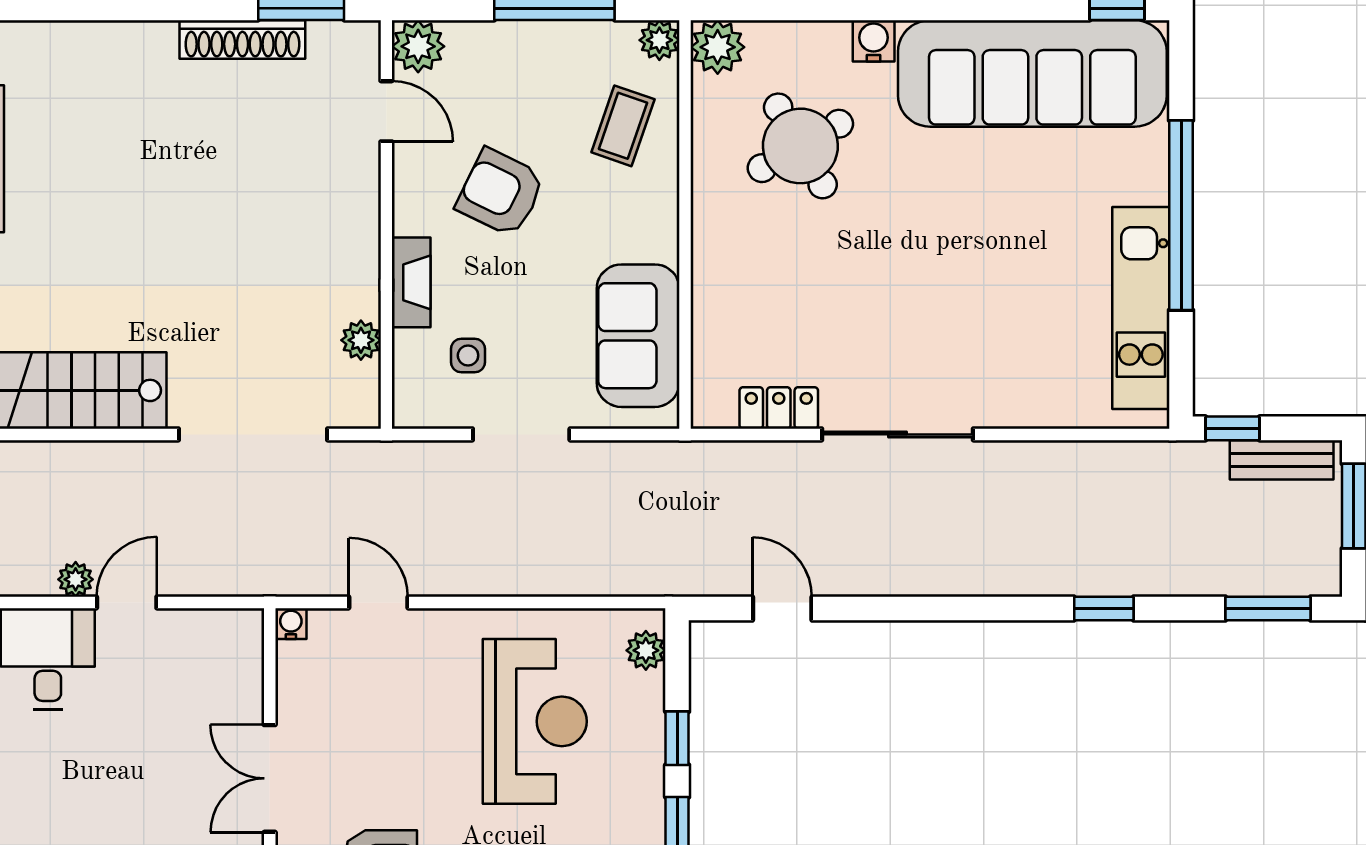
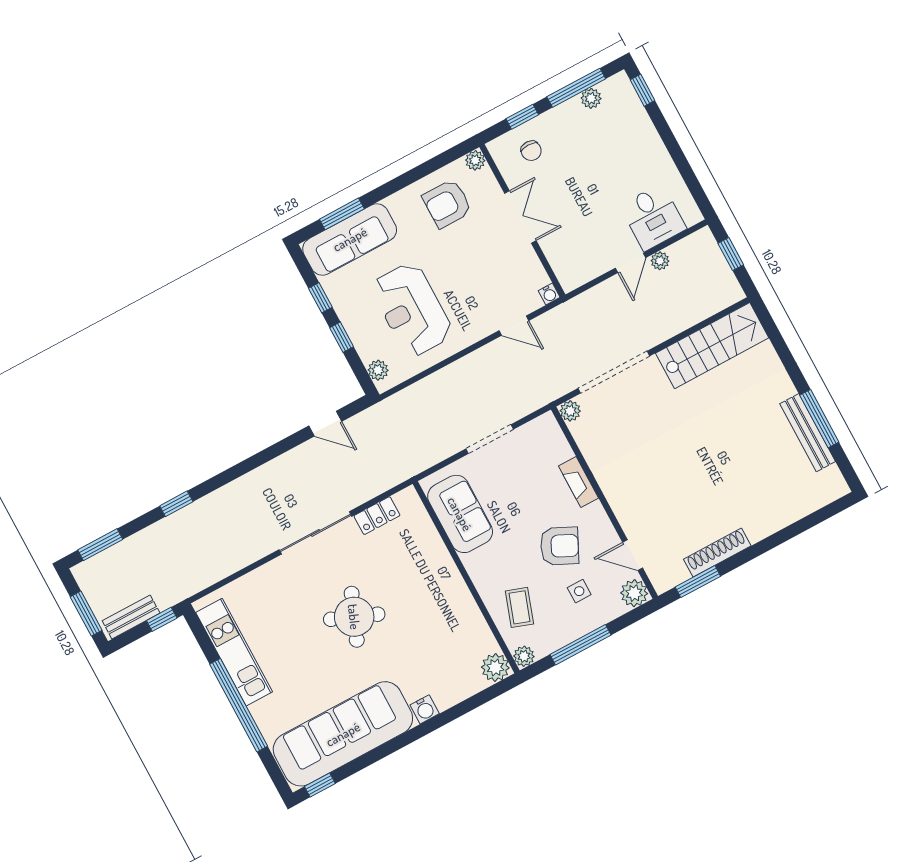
round table: (800, 146) -> (354, 617), moved, turned -38
plant: (361, 340) -> (570, 411), moved
side table: (468, 355) -> (579, 591), moved

